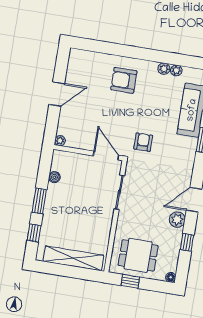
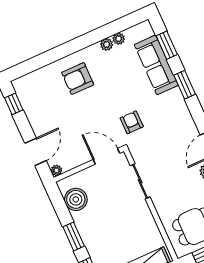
window: (61, 67) -> (14, 104), added
door: (57, 94) -> (36, 152), moved
boiler: (54, 177) -> (76, 199), width x1.86, depth x1.86

